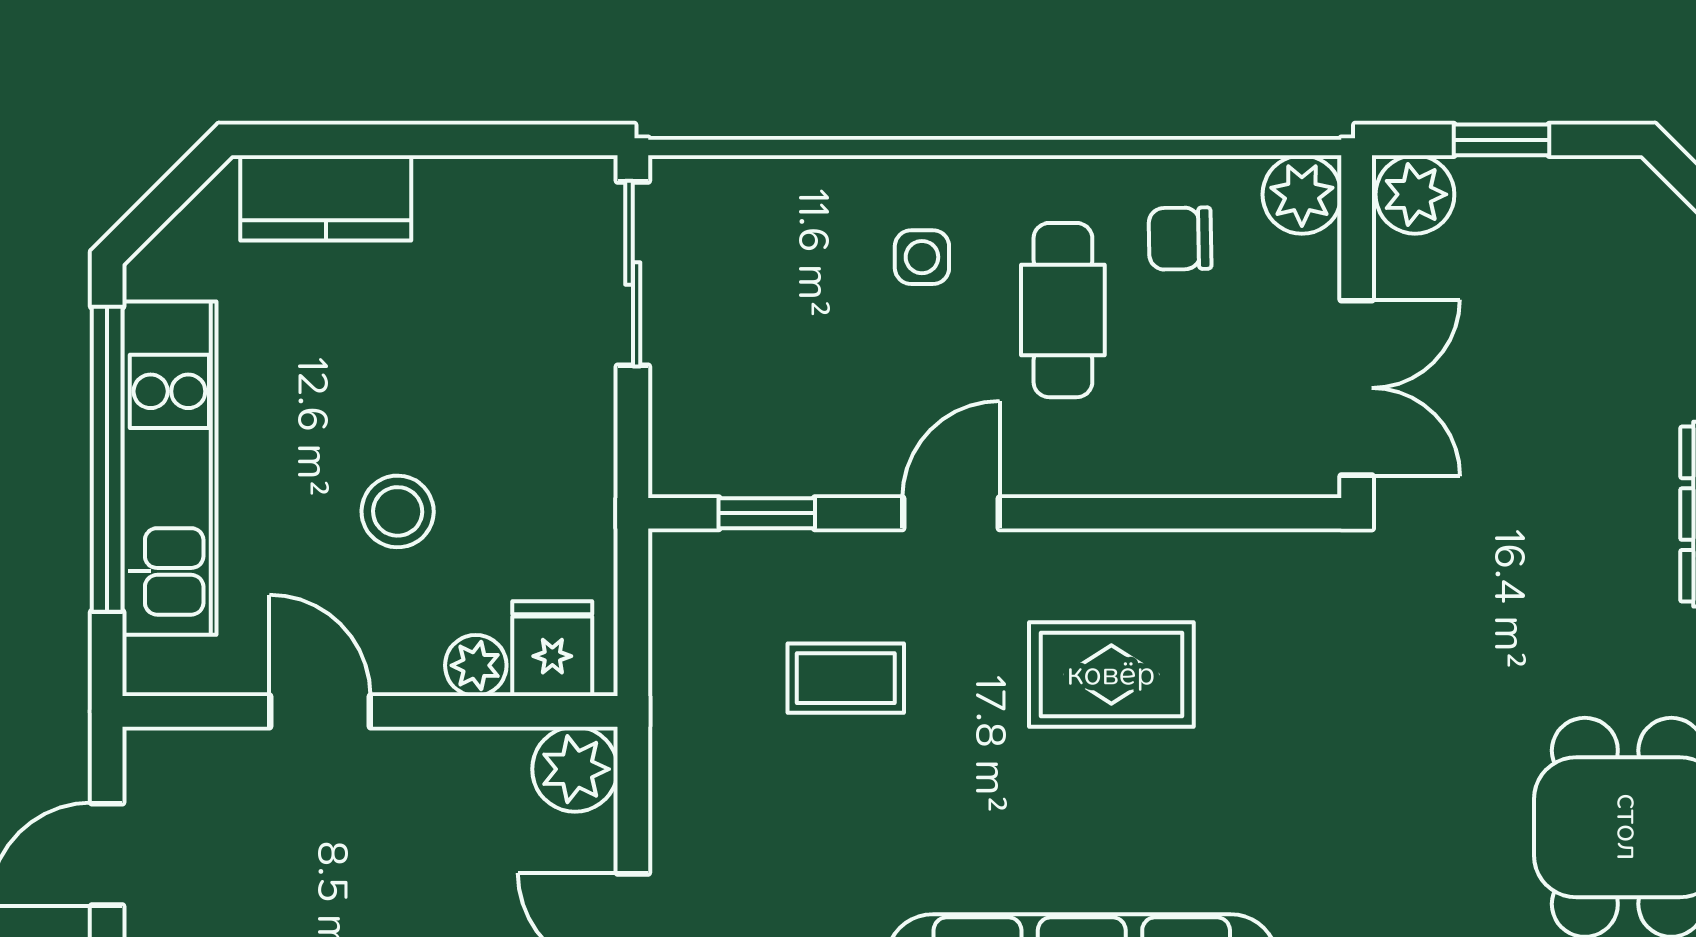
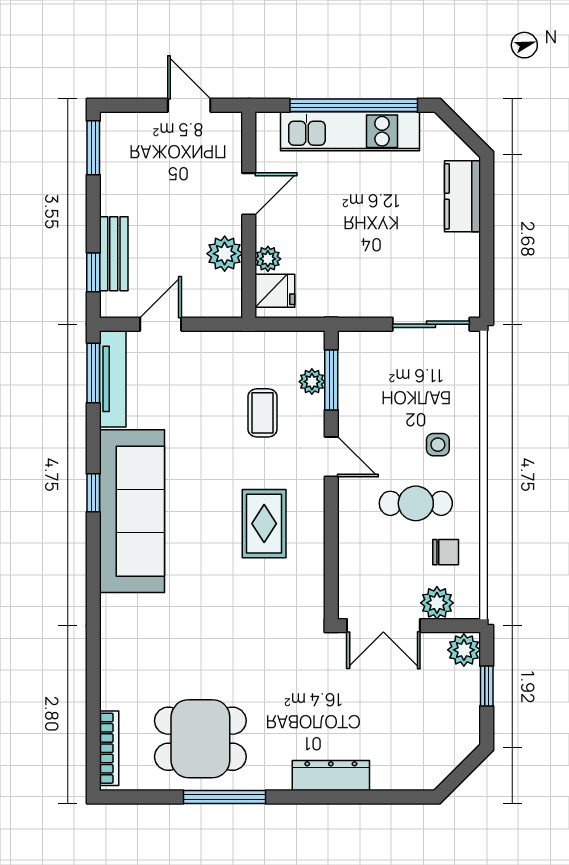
plant: (1302, 195) -> (437, 603), moved
chair: (1180, 239) -> (446, 552), turned 91
stool: (398, 511) -> (332, 226), removed
window: (767, 513) -> (331, 380), width x1.50
plant: (771, 559) -> (312, 382), added
plant: (575, 769) -> (225, 254), moved

